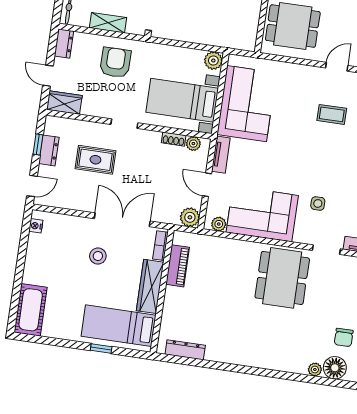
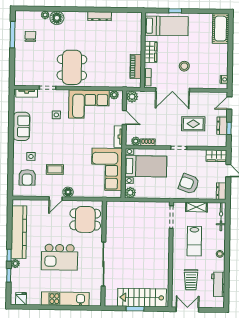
armchair: (115, 62) -> (189, 184), turned 110
floor lamp: (315, 75) -> (68, 192), added
wardrobe: (150, 286) -> (151, 52), width x0.67
dresser: (185, 350) -> (100, 16), moved
floor lamp: (335, 368) -> (57, 18), moved

